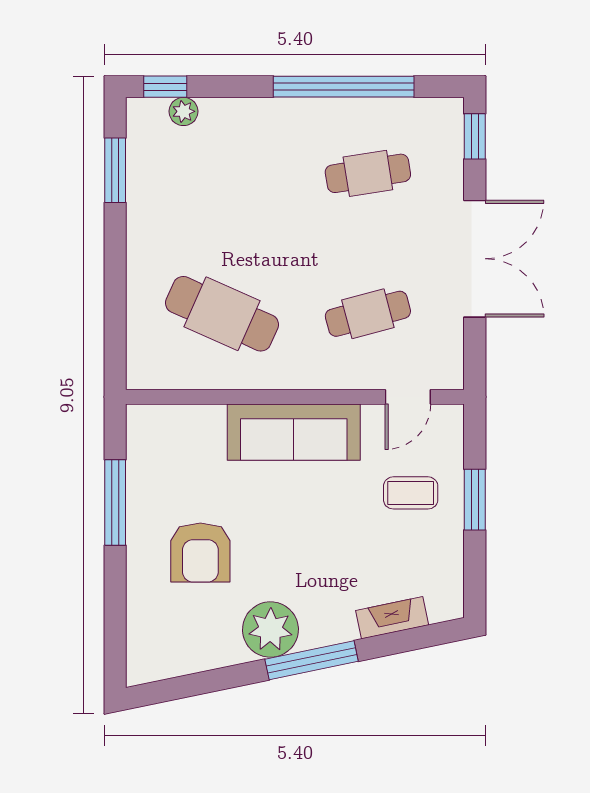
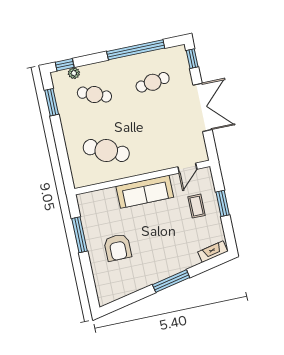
cafe table: (368, 314) -> (94, 95), moved, turned 36
coffee table: (411, 493) -> (196, 206), turned 90
fireplace: (392, 618) -> (213, 252), moved
plant: (270, 629) -> (152, 272), removed

